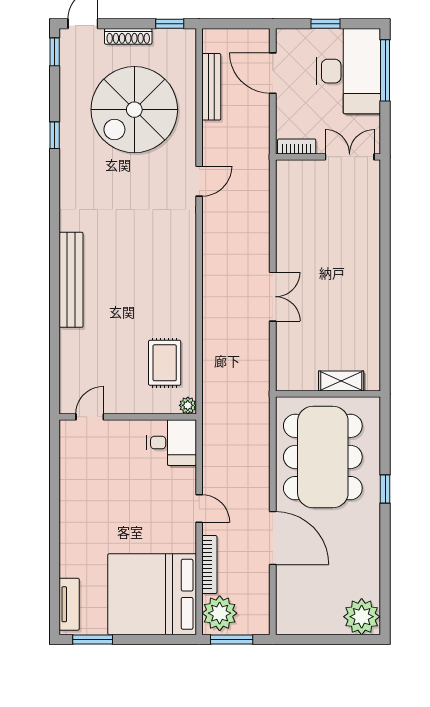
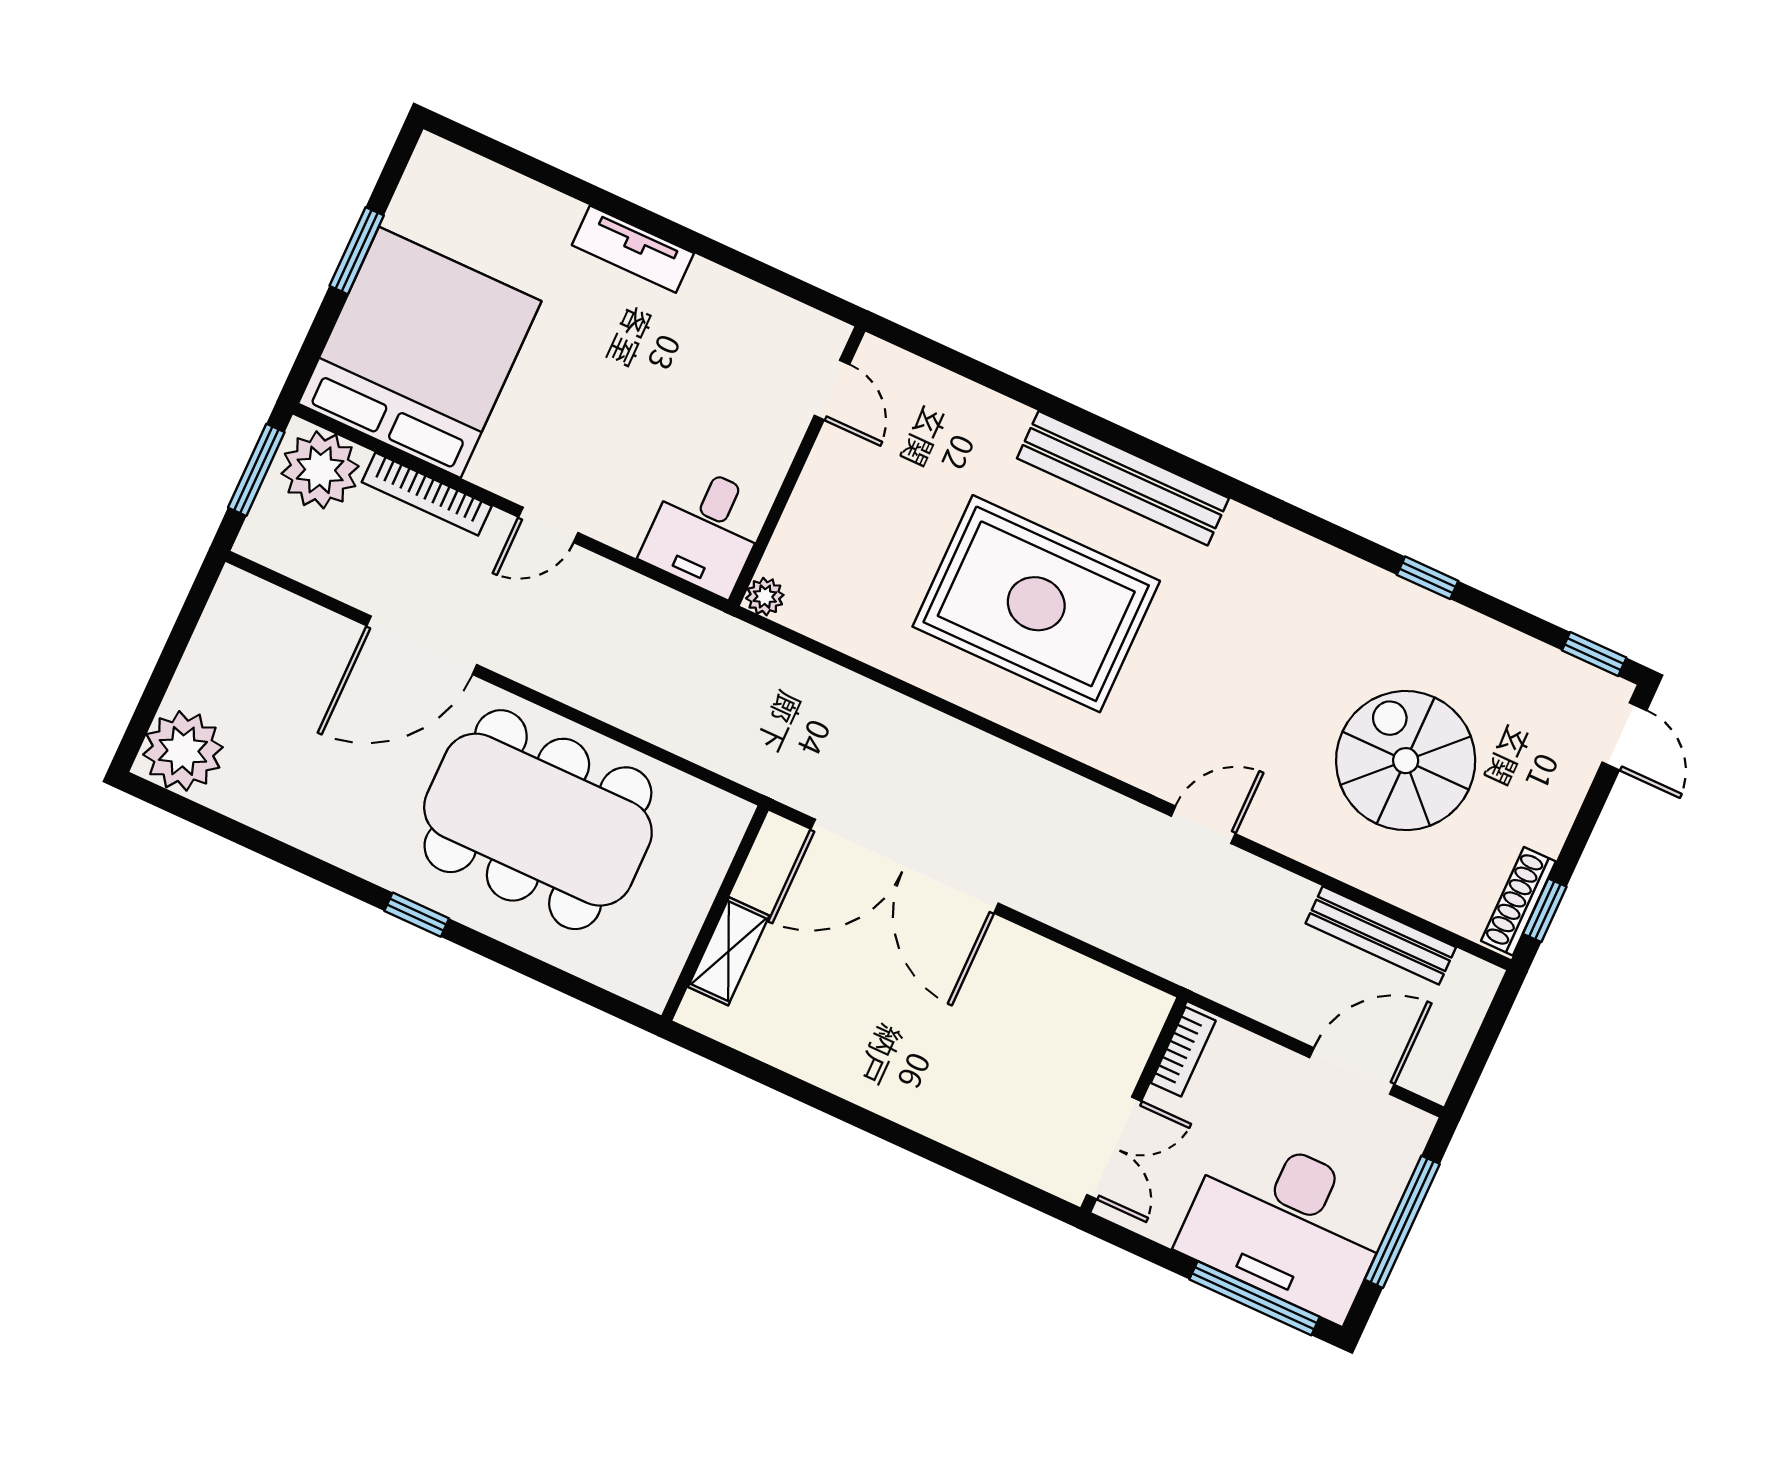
window: (326, 24) -> (1402, 1222), width x2.17
shoe rack: (128, 36) -> (1518, 901), moved
spiral stairs: (134, 110) -> (1406, 761), width x0.73, depth x0.73
door: (199, 181) -> (1203, 825), swing flipped
double door: (273, 297) -> (905, 866), width x1.87
rug: (165, 363) -> (1036, 604), moved, width x1.86, depth x2.06
shelving: (341, 381) -> (729, 951), moved
wall: (328, 394) -> (715, 913), moved
tv unit: (69, 604) -> (633, 249), moved
window: (93, 640) -> (357, 251), moved

